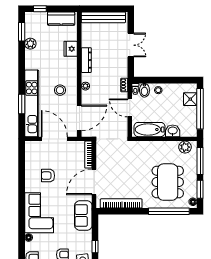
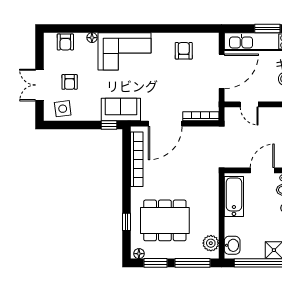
door: (79, 118) -> (249, 104), width x0.53
washbasin: (173, 131) -> (232, 245), moved
armchair: (48, 176) -> (184, 51), moved
door: (94, 182) -> (165, 124), swing flipped
window: (169, 211) -> (126, 222), width x0.32
window: (95, 247) -> (109, 125), moved

